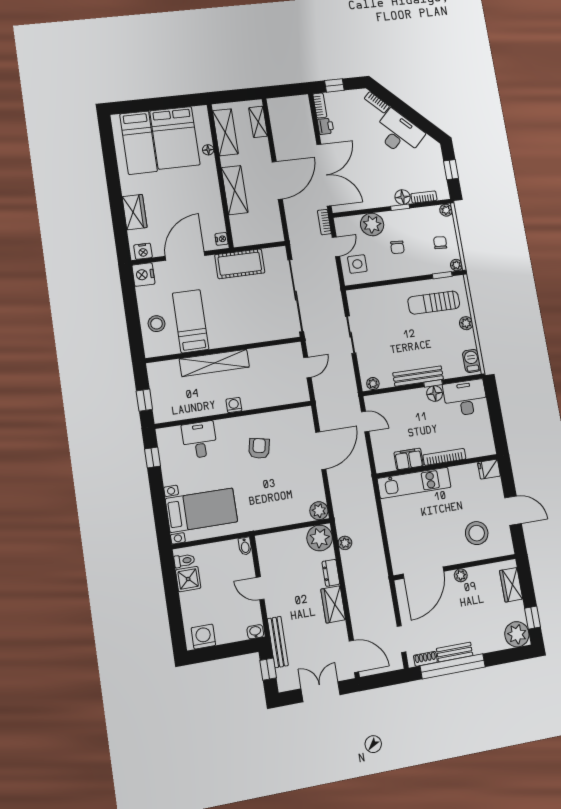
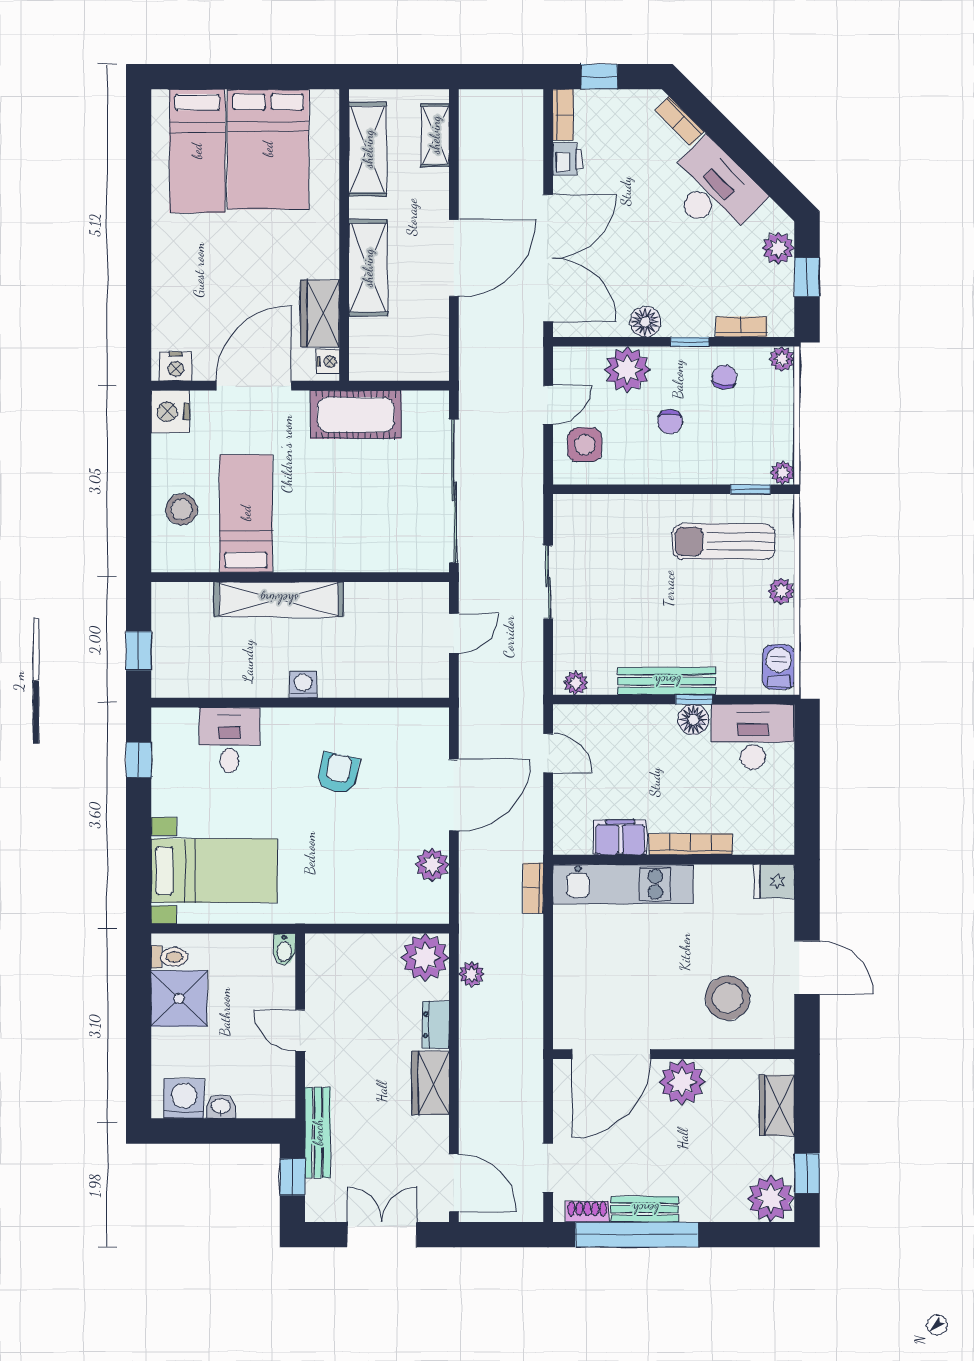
floor lamp: (208, 150) -> (329, 181), removed
plant: (435, 157) -> (778, 248), added
floor lamp: (403, 197) -> (645, 322), moved
wardrobe: (135, 212) -> (320, 313), moved, turned 180
bookcase: (324, 222) -> (533, 888), moved
chair: (440, 243) -> (724, 377), moved
plant: (319, 511) -> (432, 865), moved
plant: (461, 575) -> (682, 1082), width x1.88, depth x1.88
shower: (188, 579) -> (179, 999), width x1.36, depth x1.36
washbasin: (255, 632) -> (221, 1107), moved

